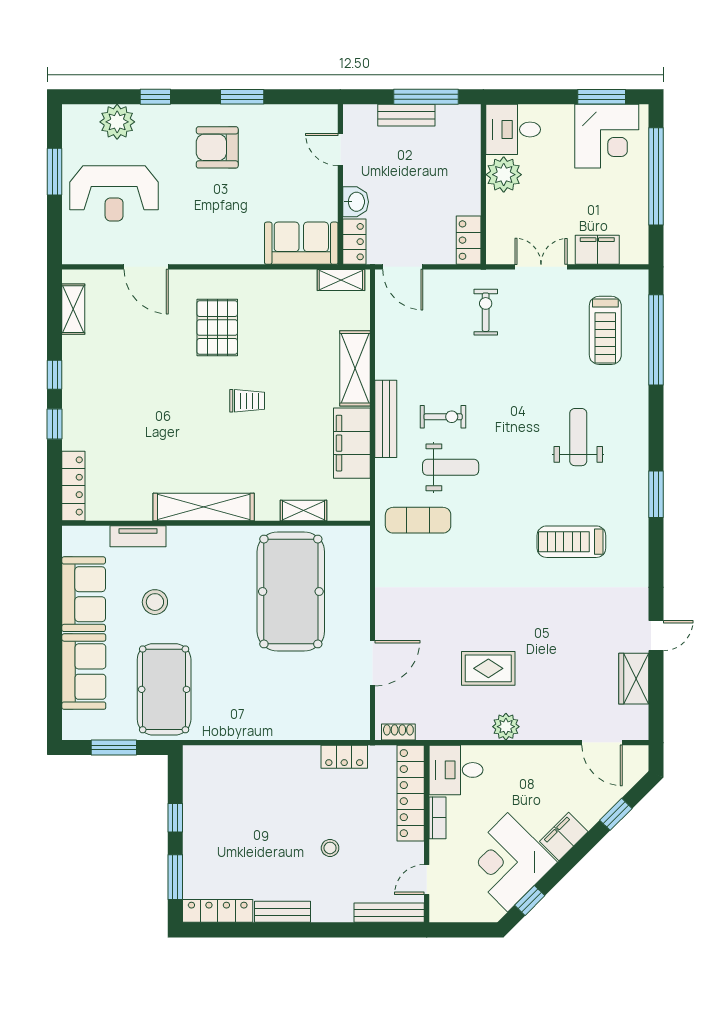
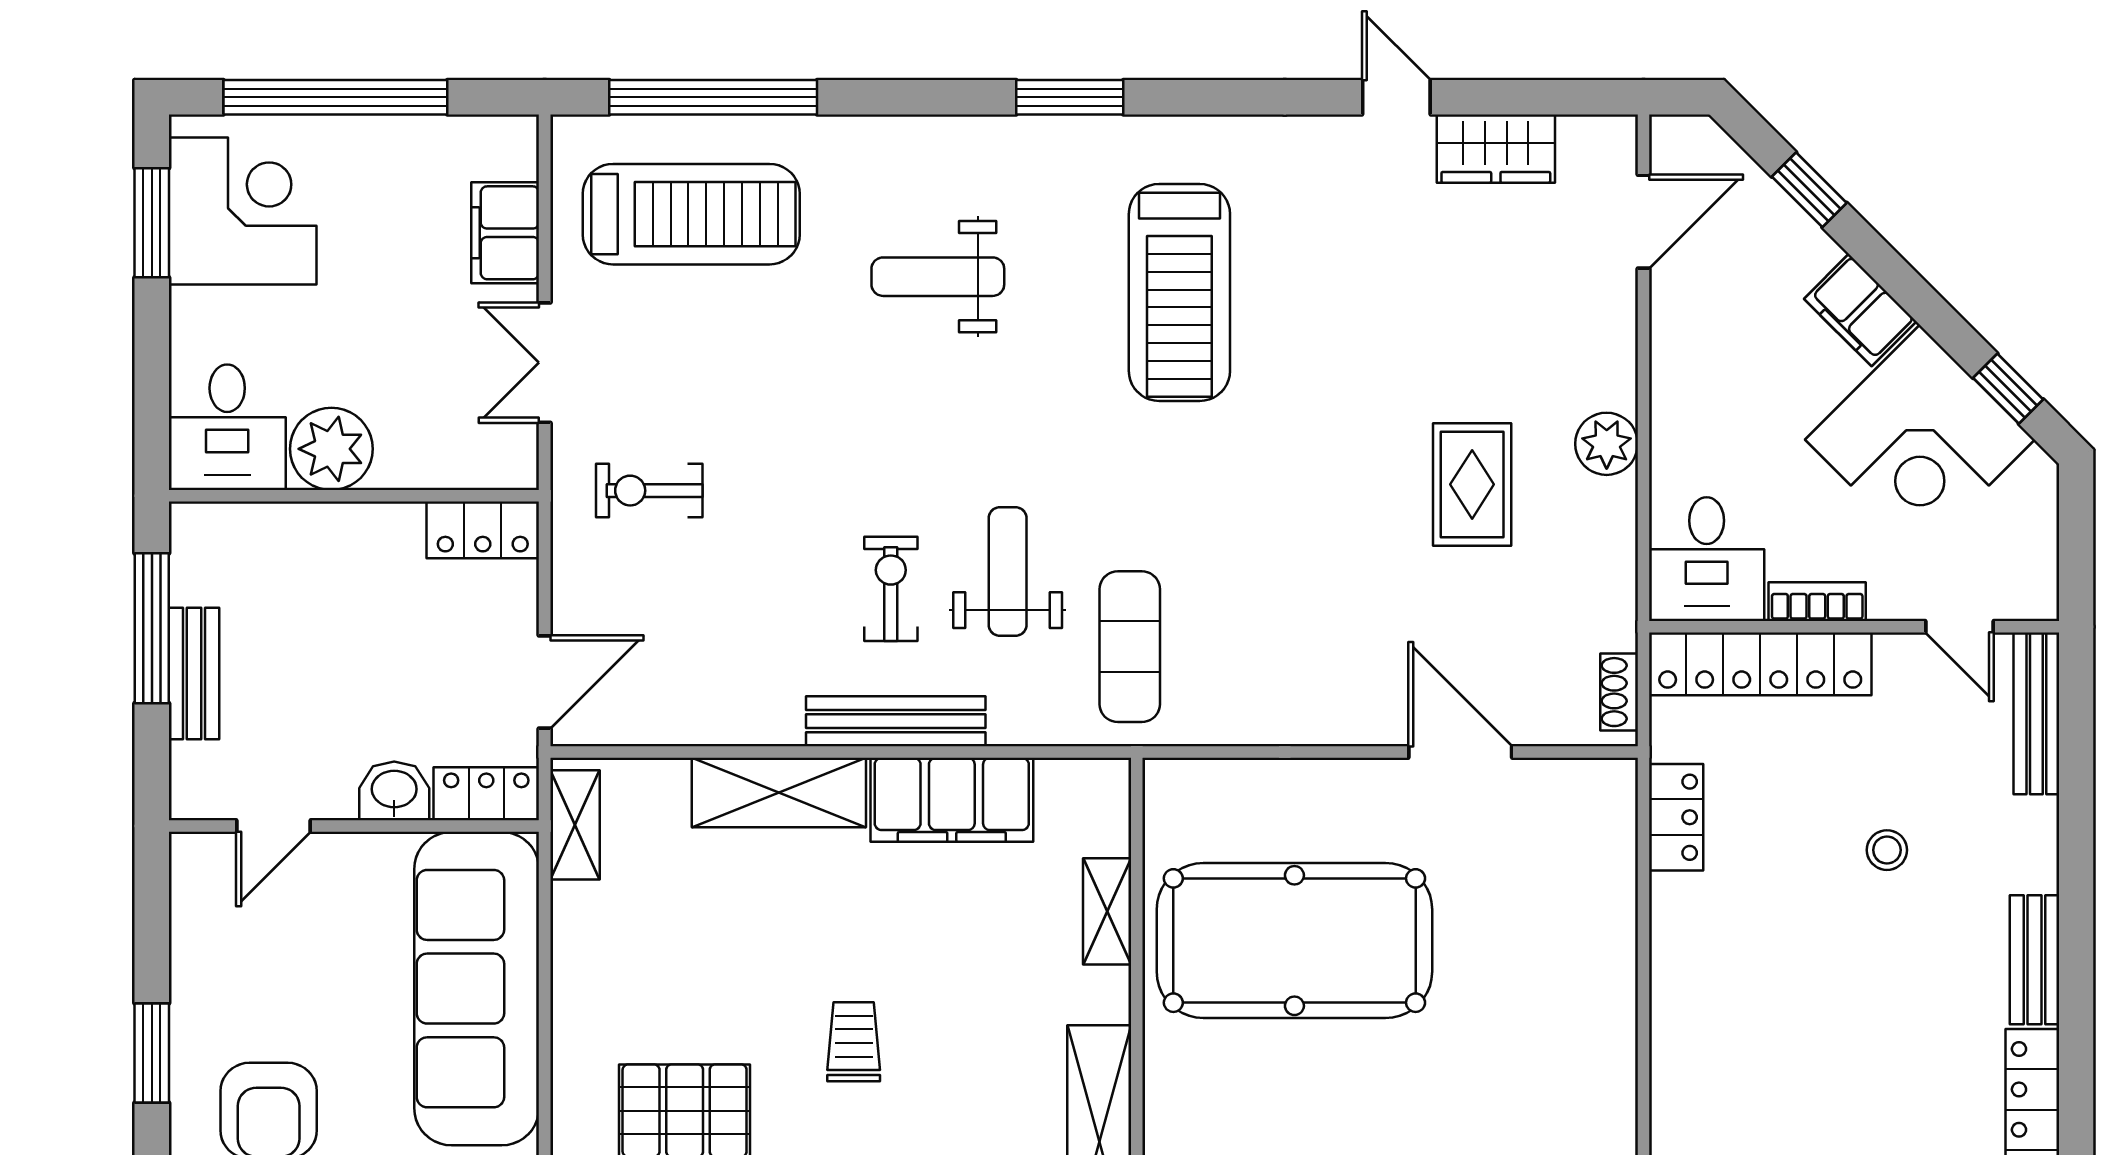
sofa: (301, 243) -> (477, 989), width x1.85, depth x1.27
treadmill: (605, 330) -> (691, 214), width x1.37, depth x1.38
treadmill: (571, 542) -> (1179, 292), width x1.37, depth x1.38

